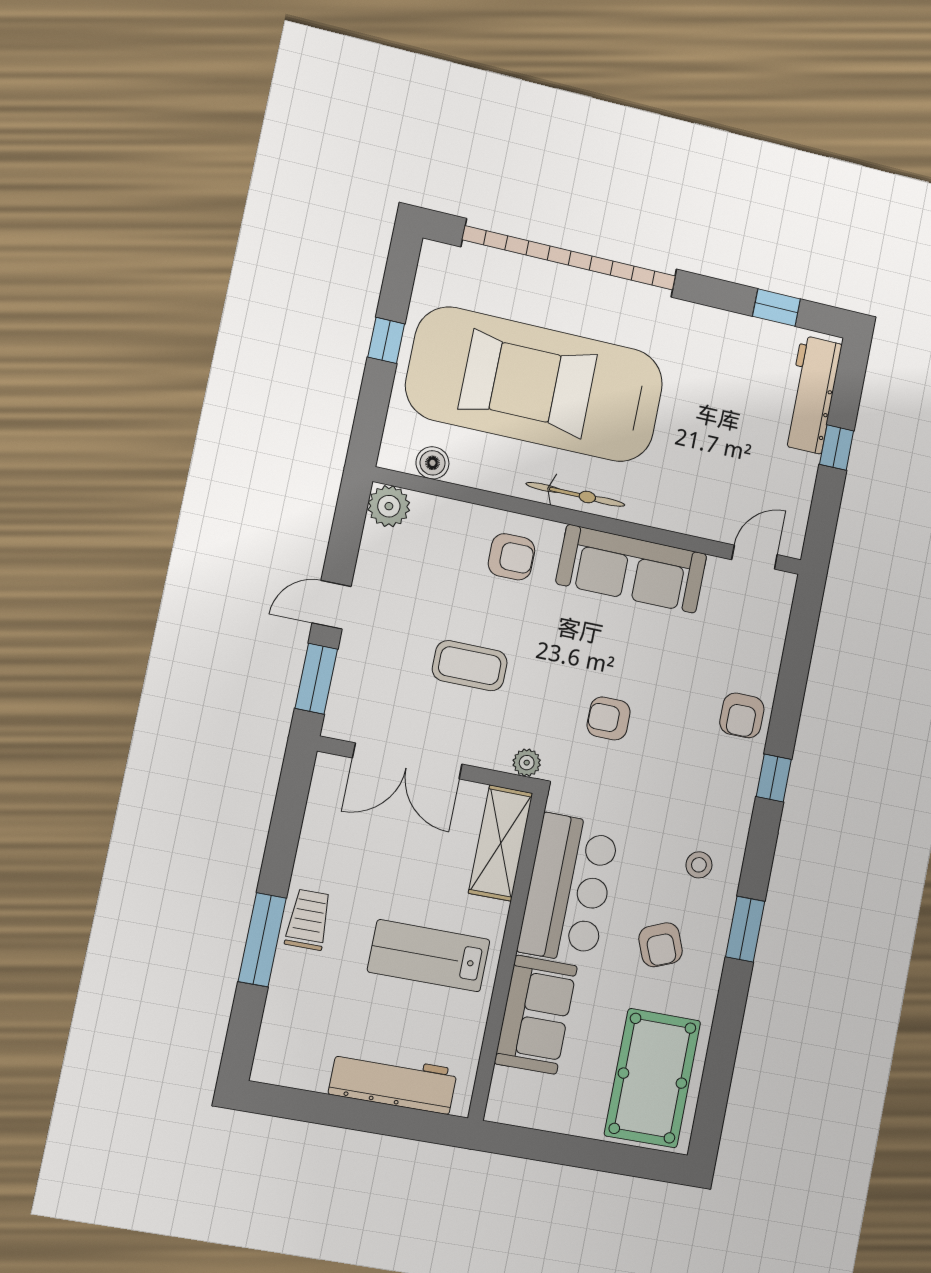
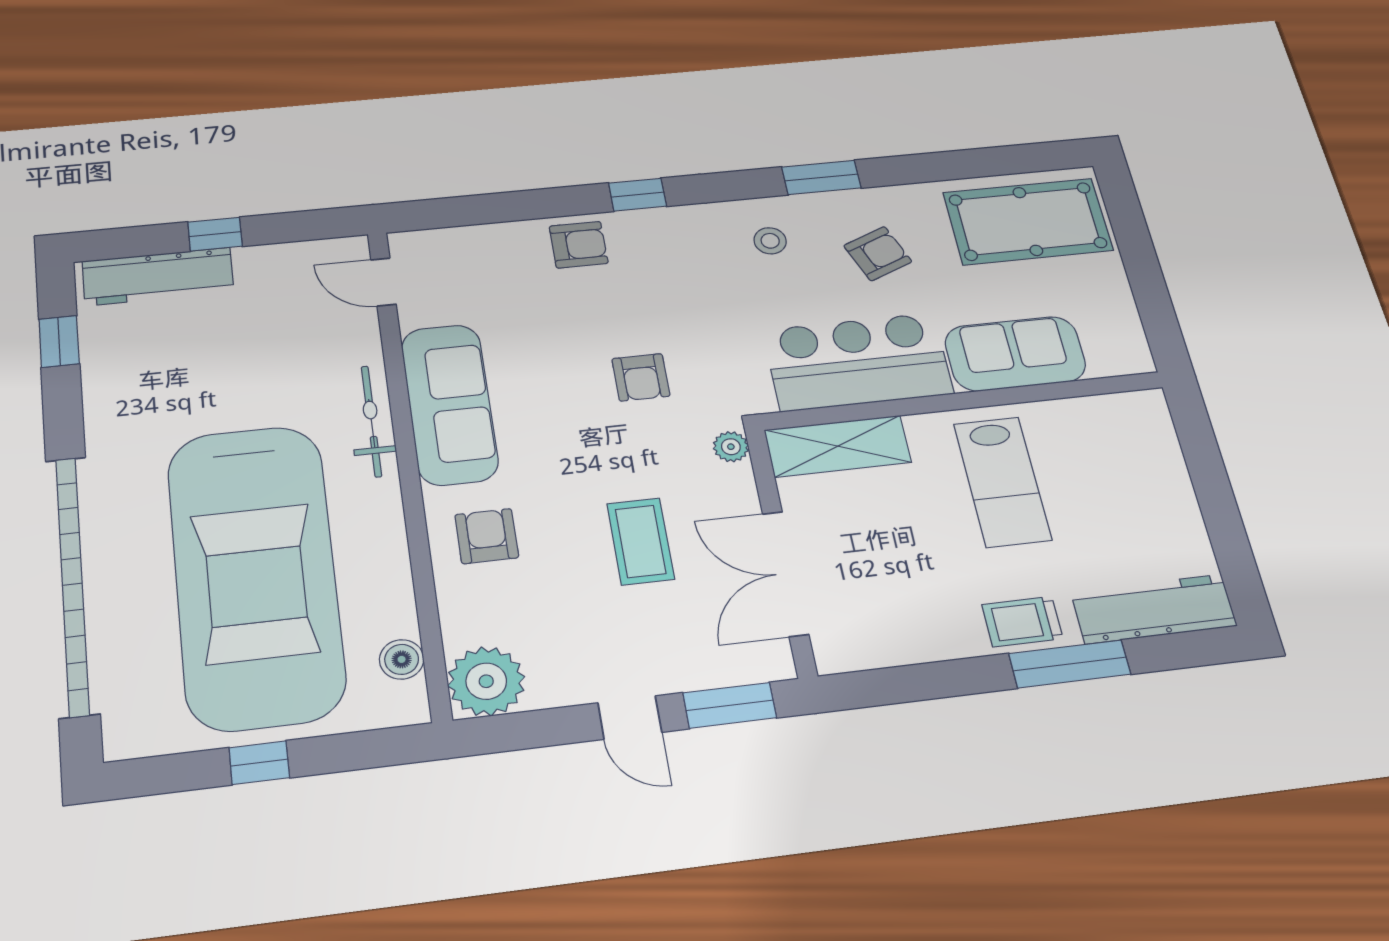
bicycle: (575, 494) -> (371, 421), moved
plant: (389, 506) -> (486, 681), width x1.36, depth x1.36
double door: (407, 761) -> (786, 573), swing flipped
workbench: (393, 1082) -> (1154, 609), moved, turned 90

